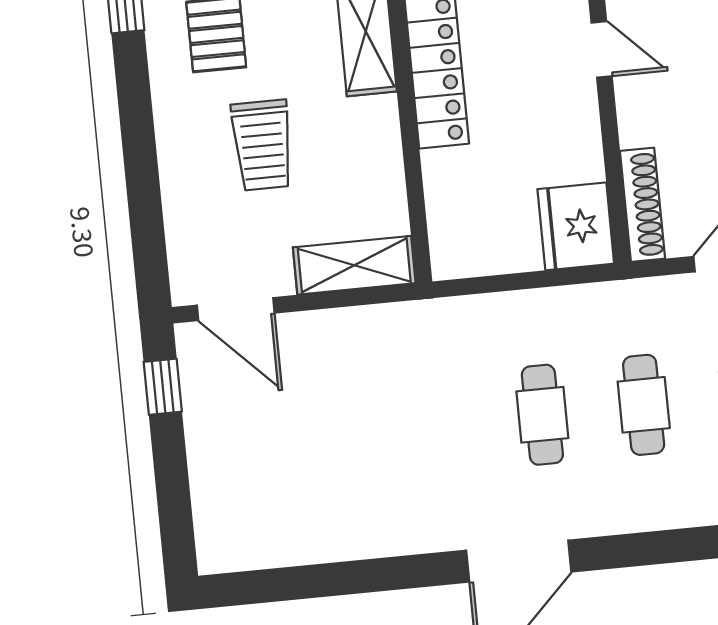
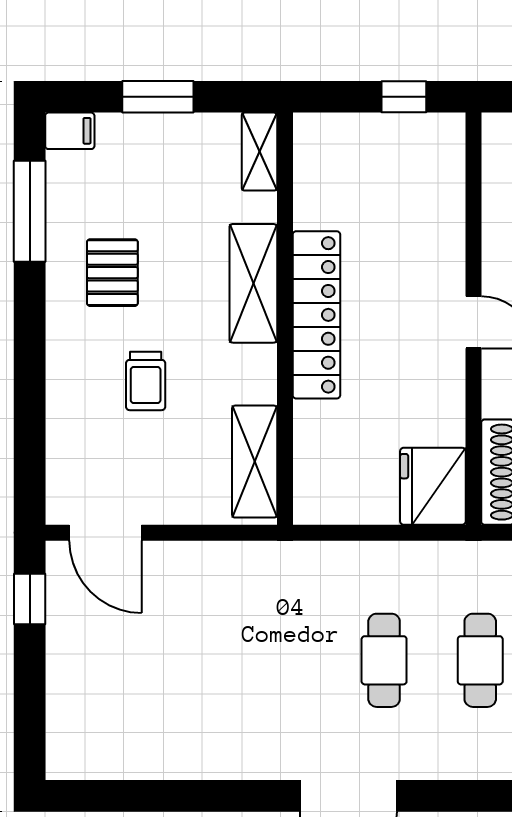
trolley: (262, 145) -> (146, 381), width x0.73, depth x0.72
shelving: (354, 265) -> (255, 462), moved, turned 90

